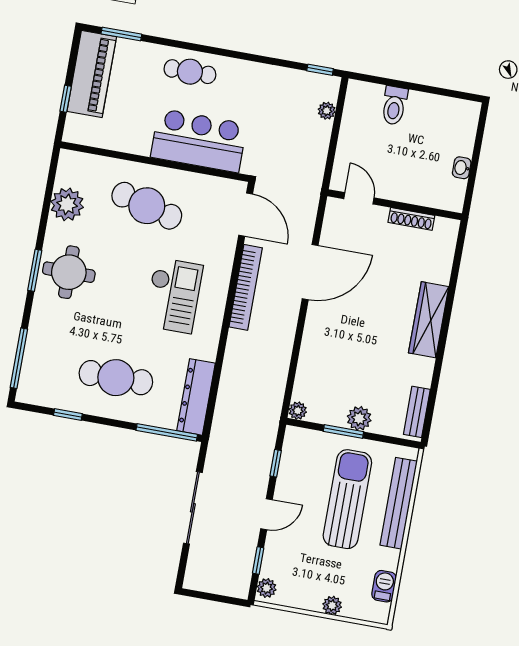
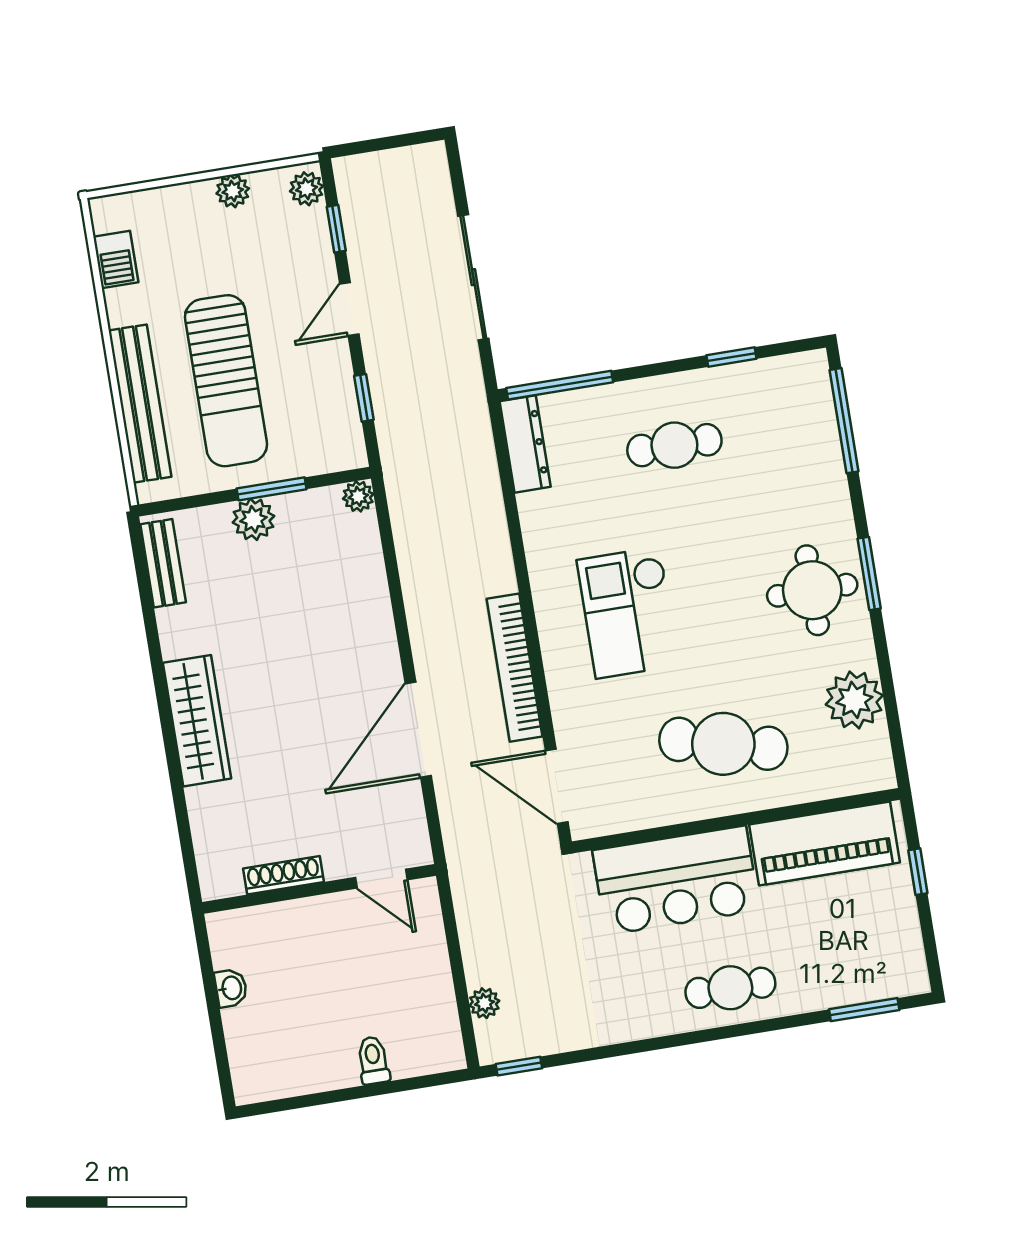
piano: (92, 74) -> (824, 844), moved, turned -90
toilet: (394, 106) -> (373, 1060), width x0.73, depth x0.72
cafe table: (116, 378) -> (674, 445), width x0.73, depth x0.74
dresser: (196, 397) -> (525, 444), width x0.73, depth x0.80
plant: (332, 605) -> (233, 191), moved

